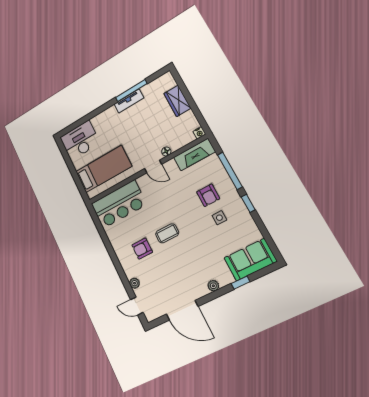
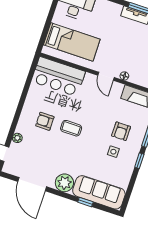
sofa: (250, 260) -> (99, 192), width x1.36
plant: (213, 286) -> (64, 183), width x1.88, depth x1.88

